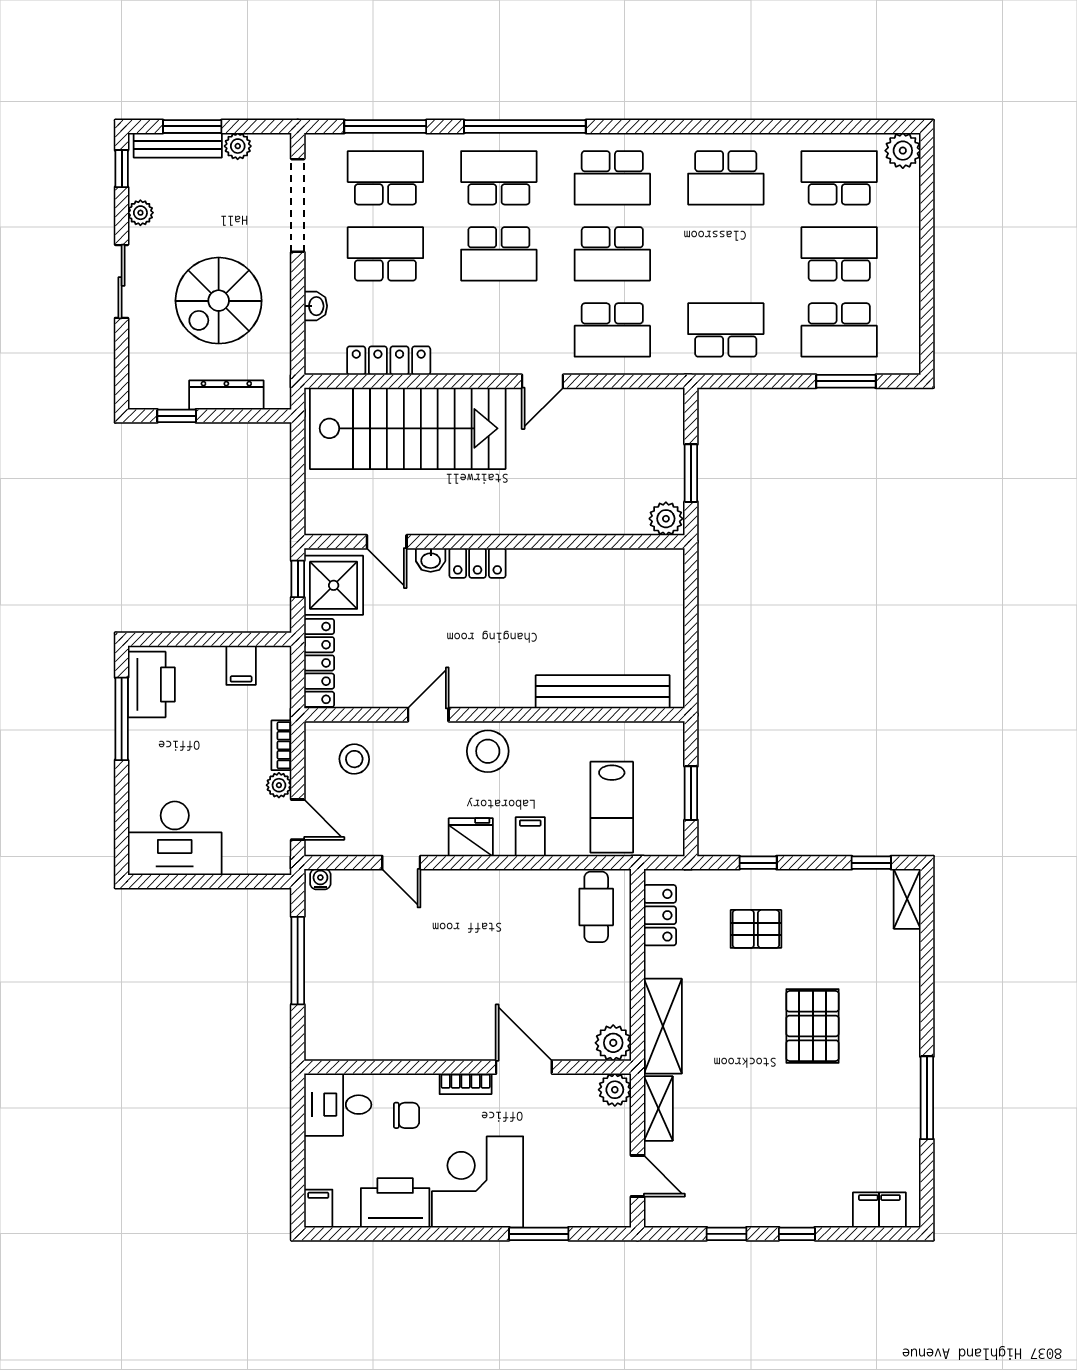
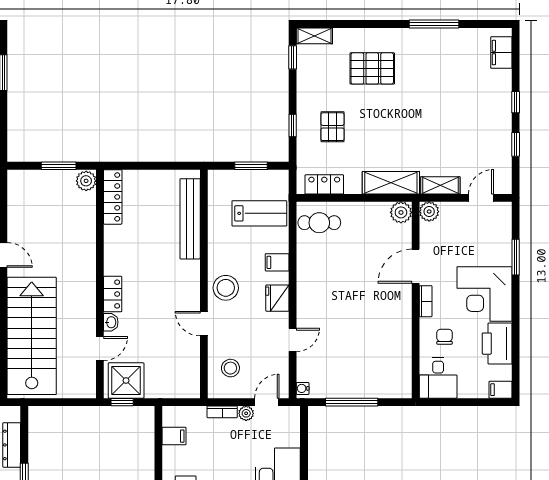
locker: (319, 663) -> (113, 197), moved, turned 90
pallet: (813, 1026) -> (372, 68), moved

